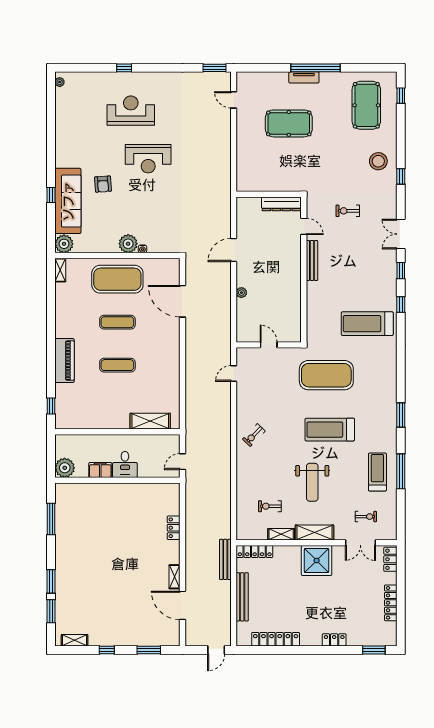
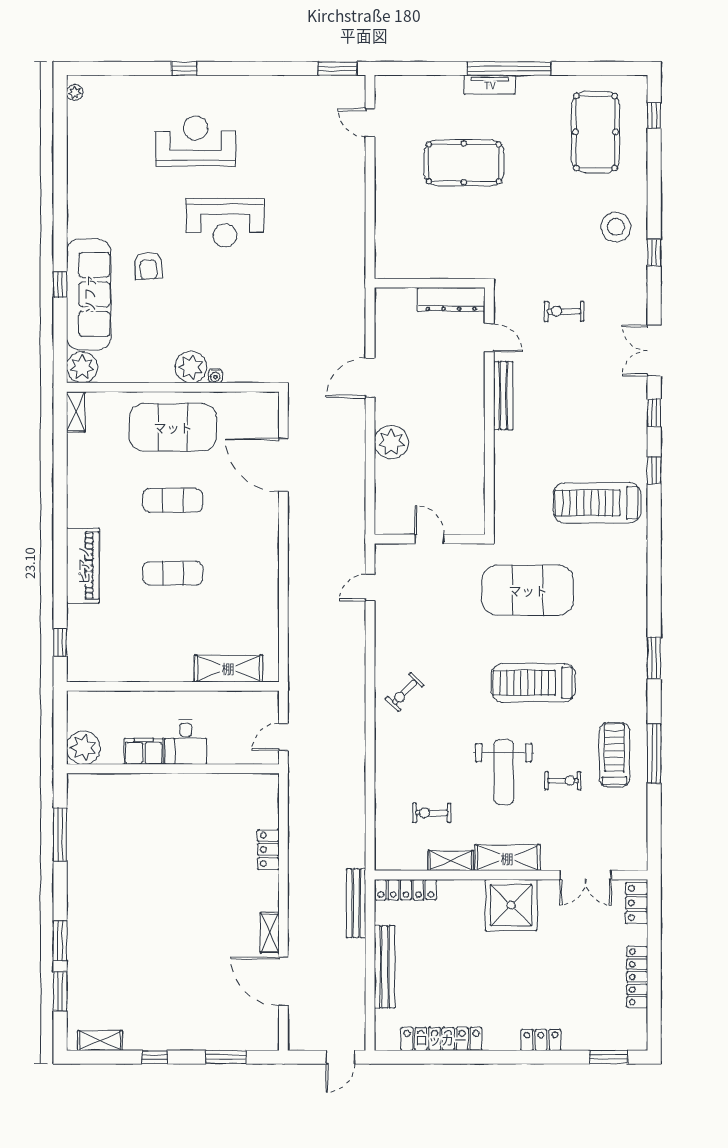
plant: (241, 293) -> (391, 442), width x1.87, depth x1.87
exercise bike: (366, 517) -> (563, 781), moved

